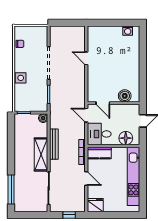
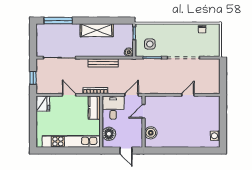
side table: (21, 78) -> (150, 44), moved
shelving: (41, 154) -> (97, 30), moved
door: (86, 178) -> (69, 95), swing flipped

